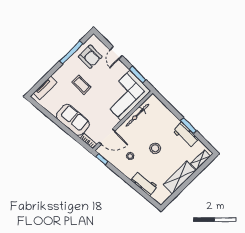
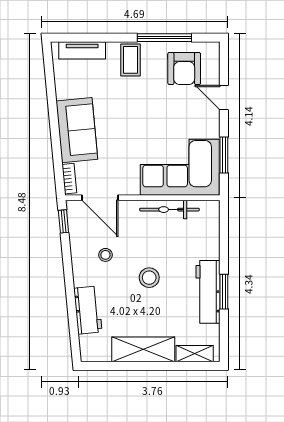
door: (116, 53) -> (224, 98), hinge flipped
coffee table: (81, 85) -> (131, 60), moved
workbench: (186, 135) -> (208, 292), width x1.38

